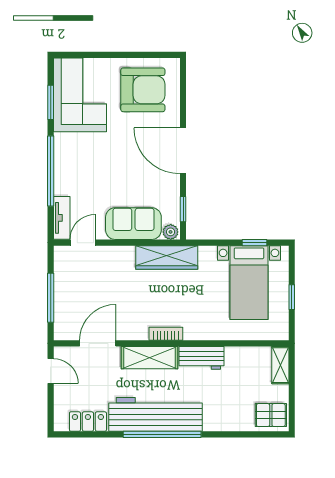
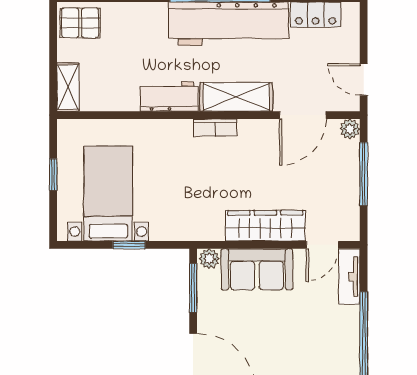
window: (183, 209) -> (193, 288), width x1.50
window: (255, 243) -> (129, 245), moved
wardrobe: (167, 257) -> (265, 226), moved
plant: (61, 333) -> (350, 129), added

